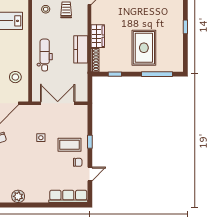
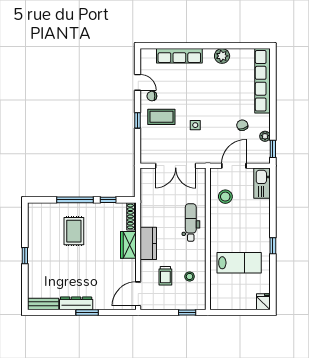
rug: (144, 48) -> (74, 231), width x0.73, depth x0.70
kitchen counter: (81, 49) -> (148, 243), moved
dental chair: (45, 55) -> (191, 223), turned 180
window: (157, 74) -> (75, 200), moved
door: (90, 174) -> (137, 82), swing flipped
row of seats: (68, 196) -> (179, 56), moved

